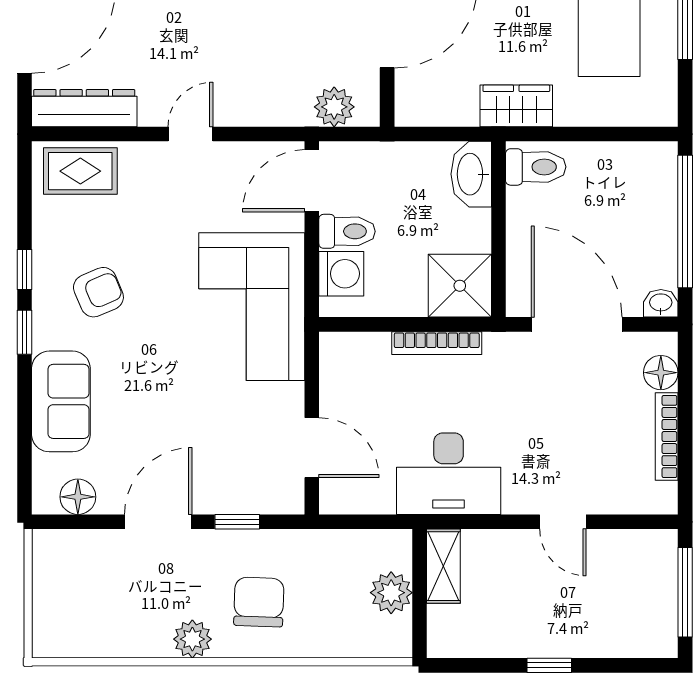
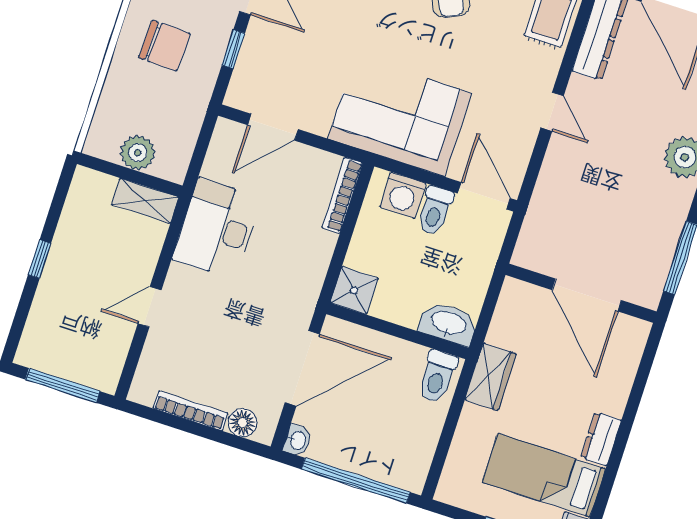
plant: (334, 107) -> (537, 233), removed
shower: (460, 286) -> (354, 290), width x0.73, depth x0.73
bookcase: (437, 343) -> (342, 195), moved

